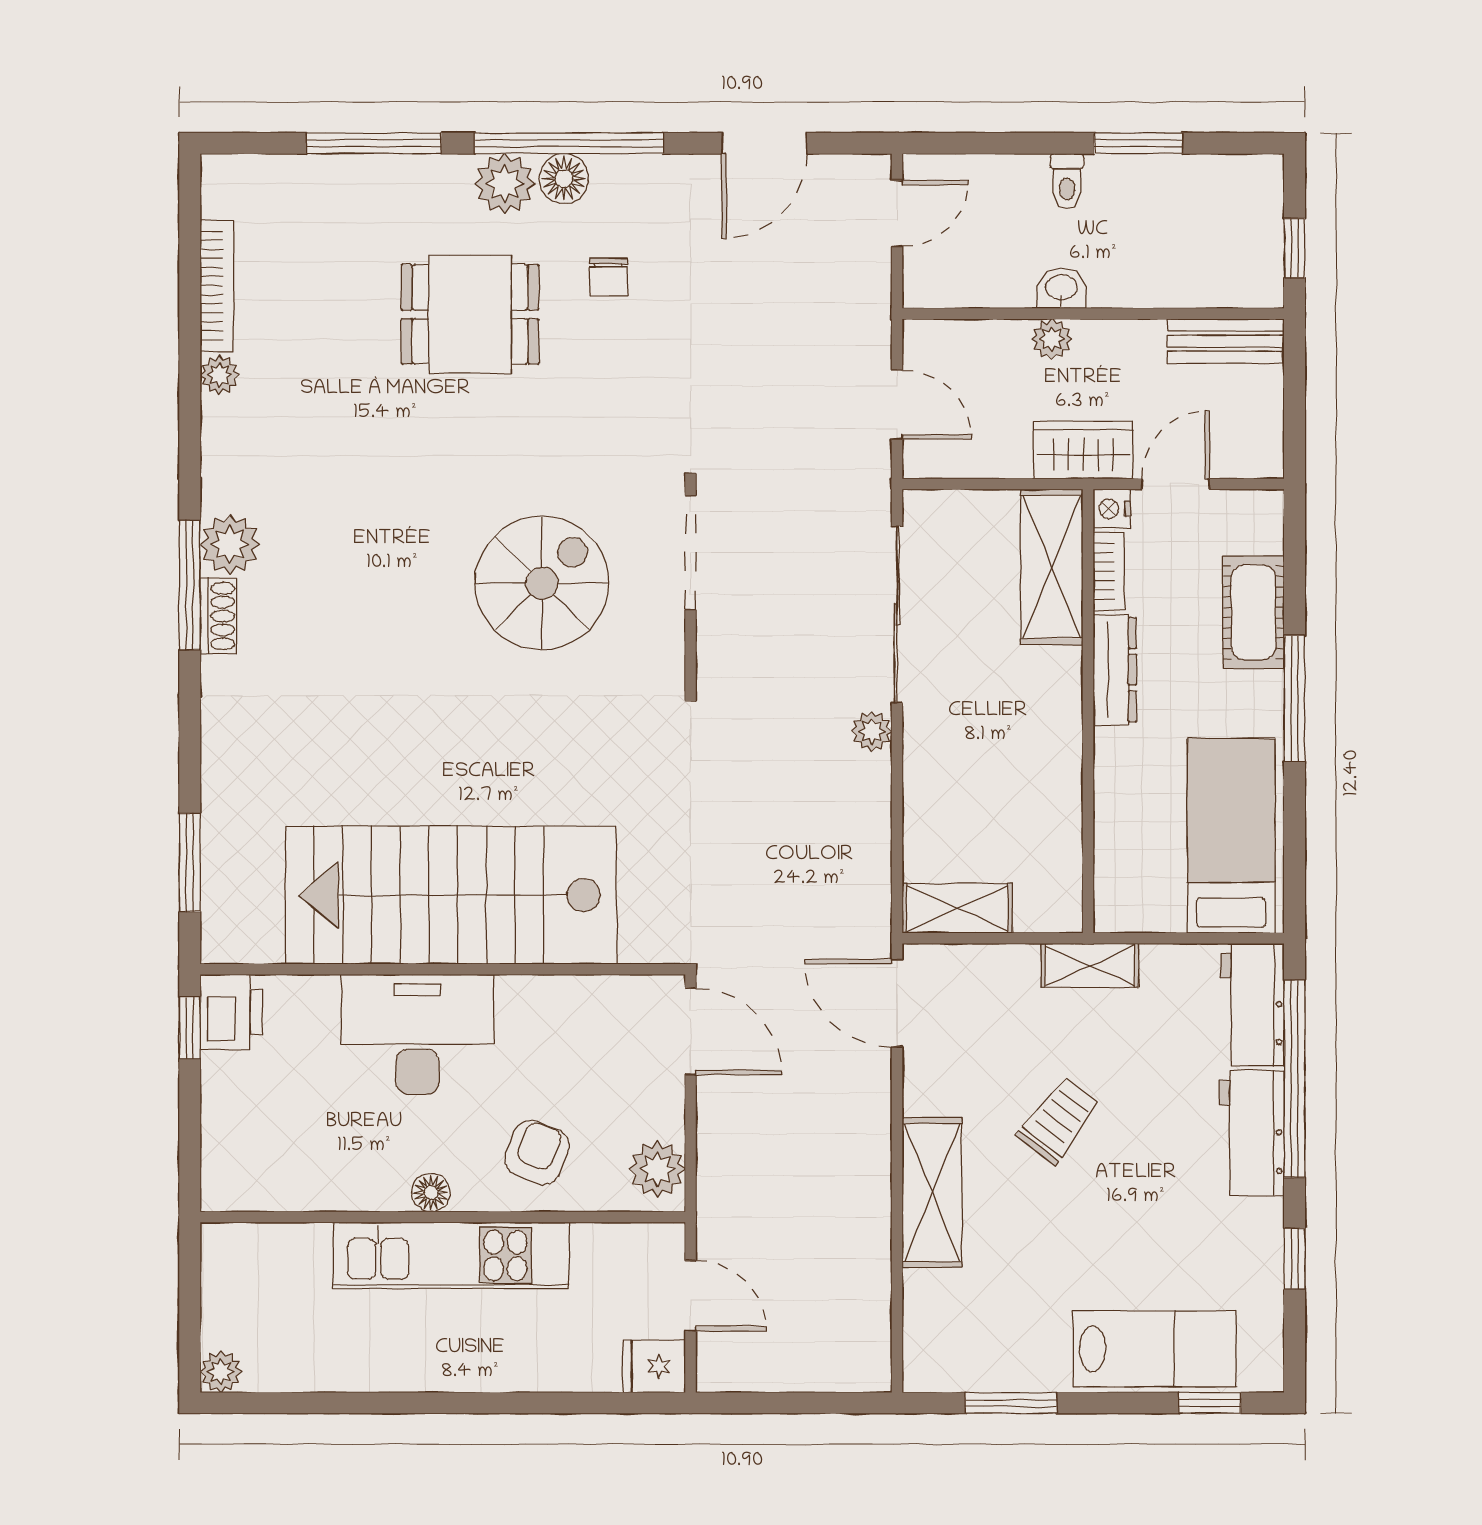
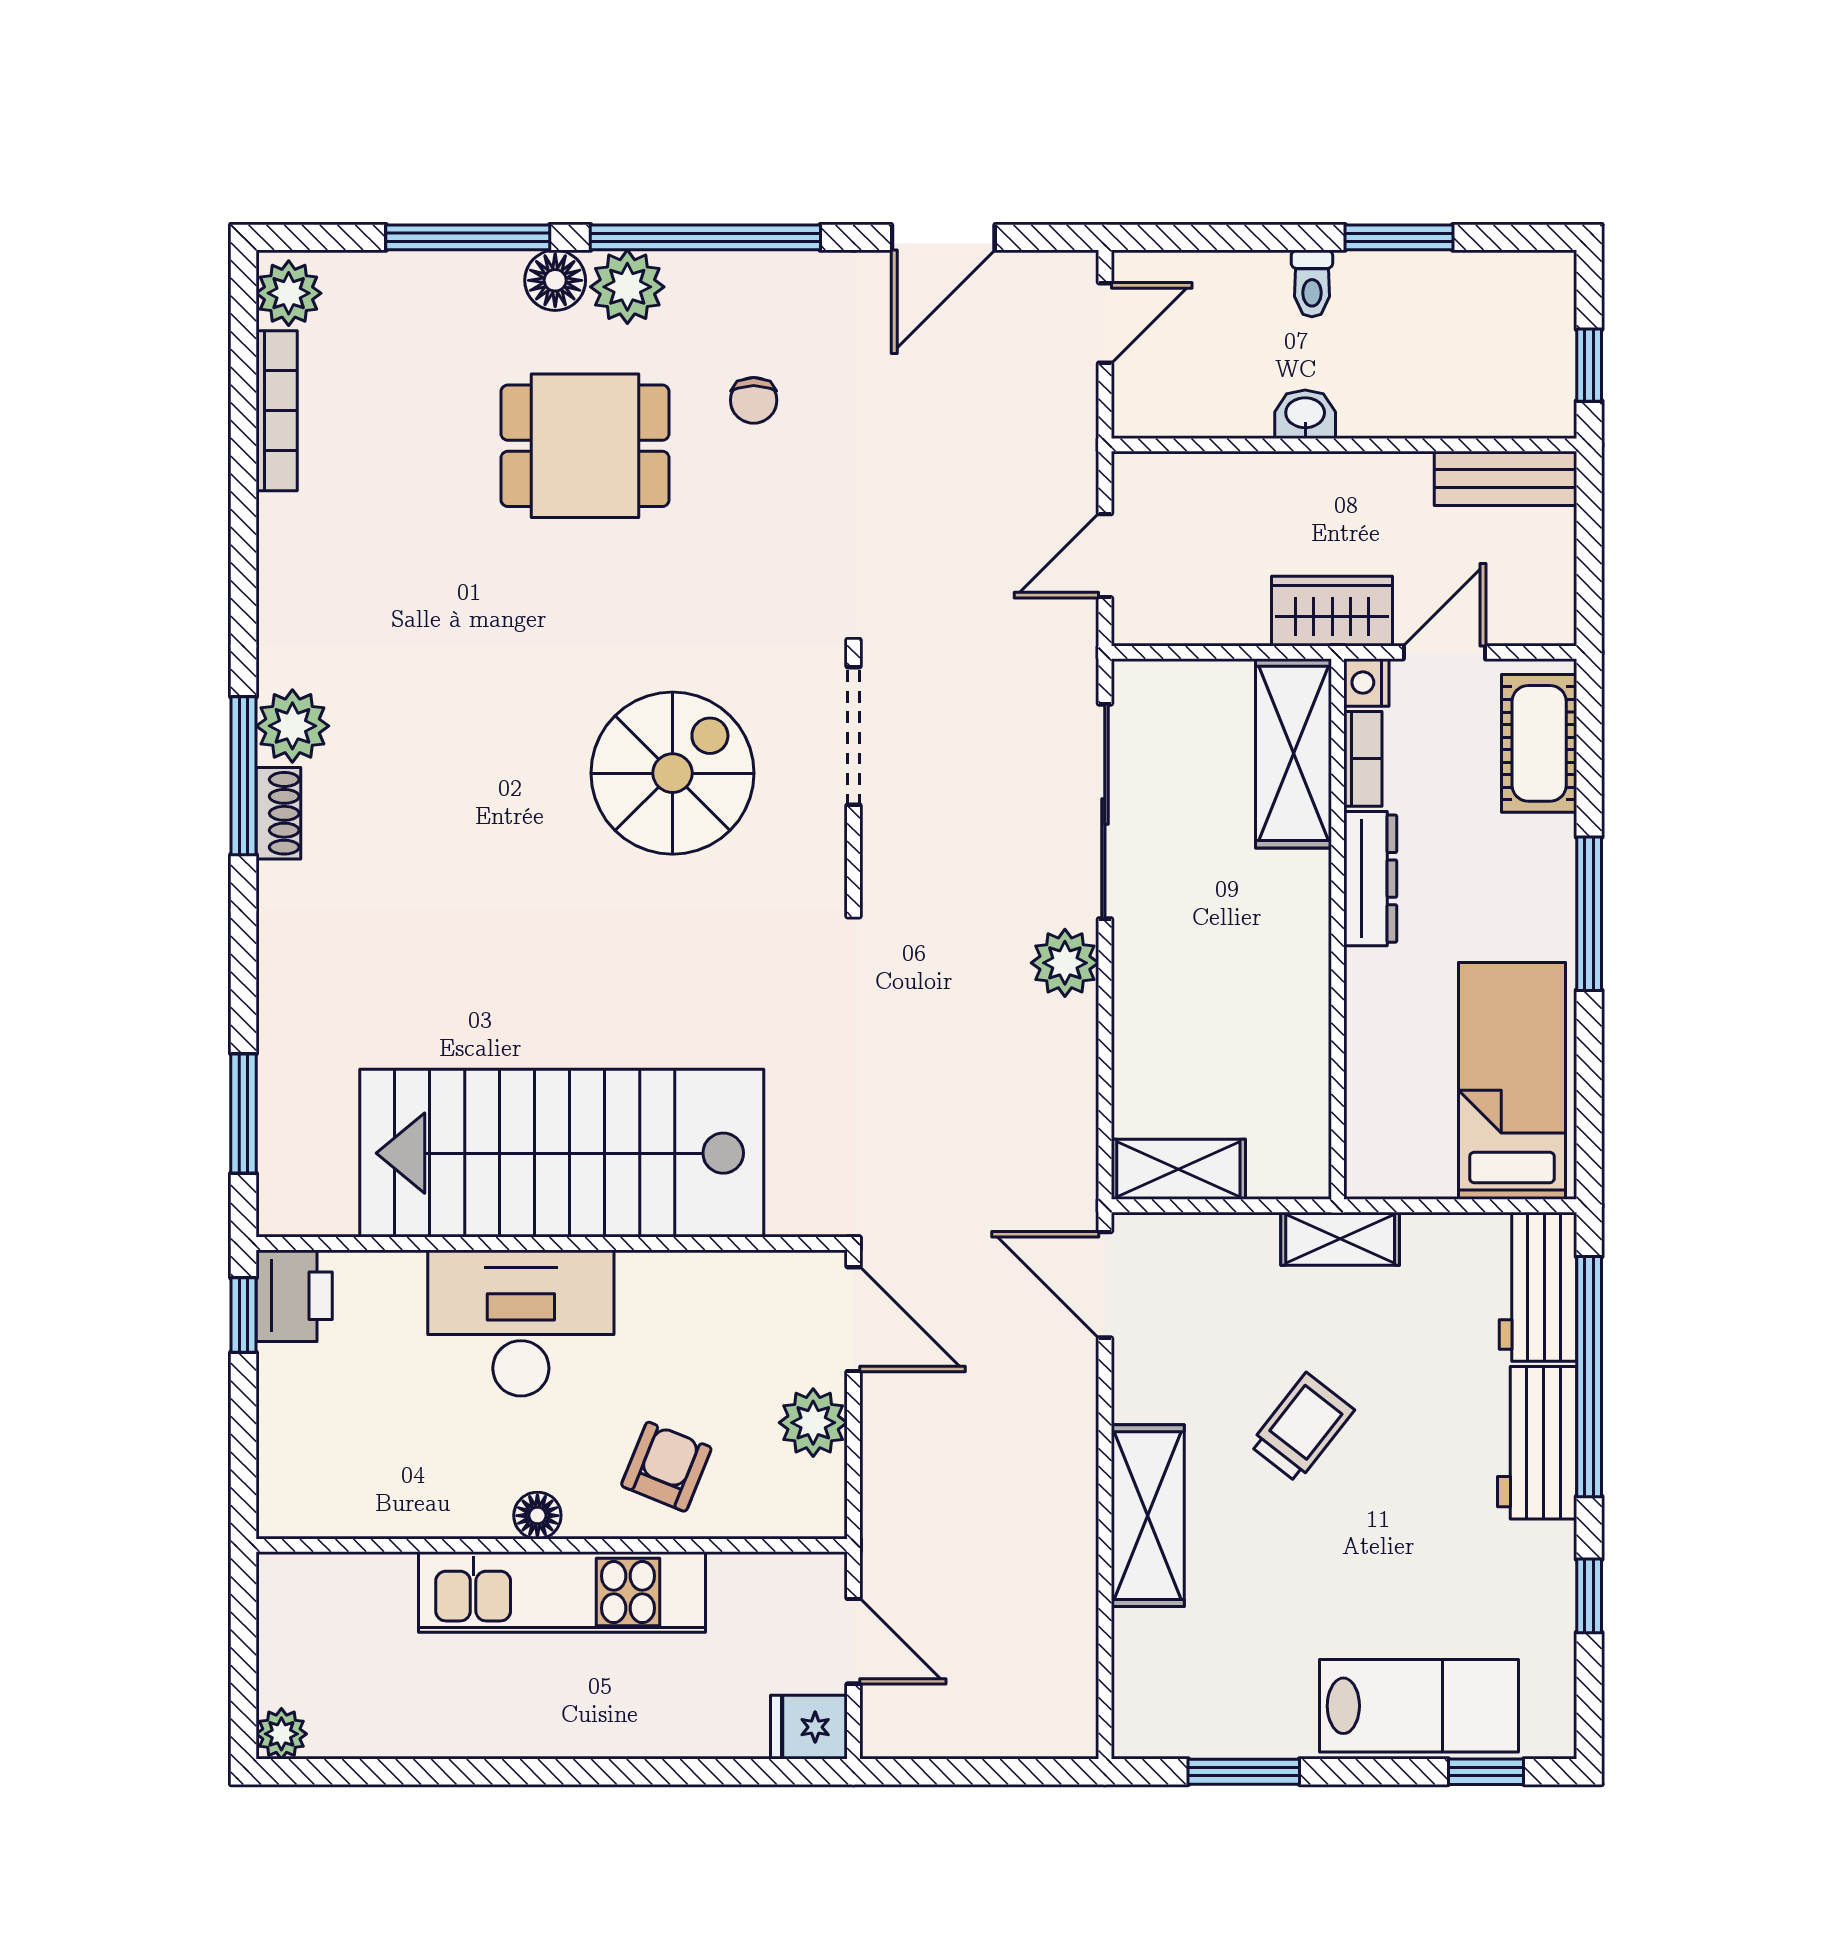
floor lamp: (564, 178) -> (555, 280), moved
plant: (1052, 339) -> (1293, 476), removed
plant: (219, 375) -> (289, 293), moved, width x1.38, depth x1.38
door: (897, 405) -> (1105, 556), swing flipped
cot: (1253, 612) -> (1539, 743), moved
plant: (872, 731) -> (1065, 963), width x1.38, depth x1.38
plant: (657, 1169) -> (813, 1423), moved

